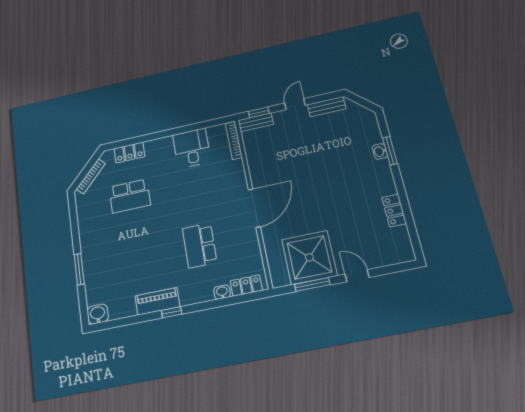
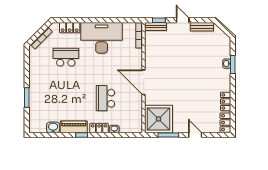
door: (295, 104) -> (183, 20), hinge flipped
desk: (192, 148) -> (102, 38), width x1.87, depth x1.30
school desk: (130, 196) -> (66, 57), turned 180
door: (254, 208) -> (144, 82), swing flipped
locker: (403, 245) -> (225, 123), added
shower: (309, 257) -> (159, 119), moved
locker: (246, 286) -> (99, 128), moved
washbasin: (98, 314) -> (53, 127), moved

